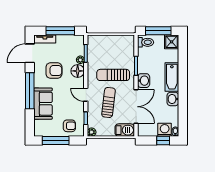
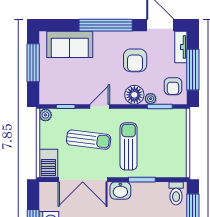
sofa: (43, 104) -> (70, 44), moved
armchair: (69, 126) -> (173, 86), moved

